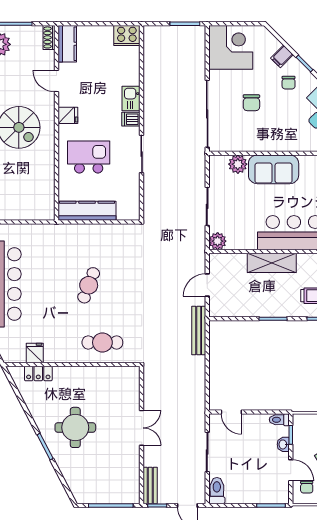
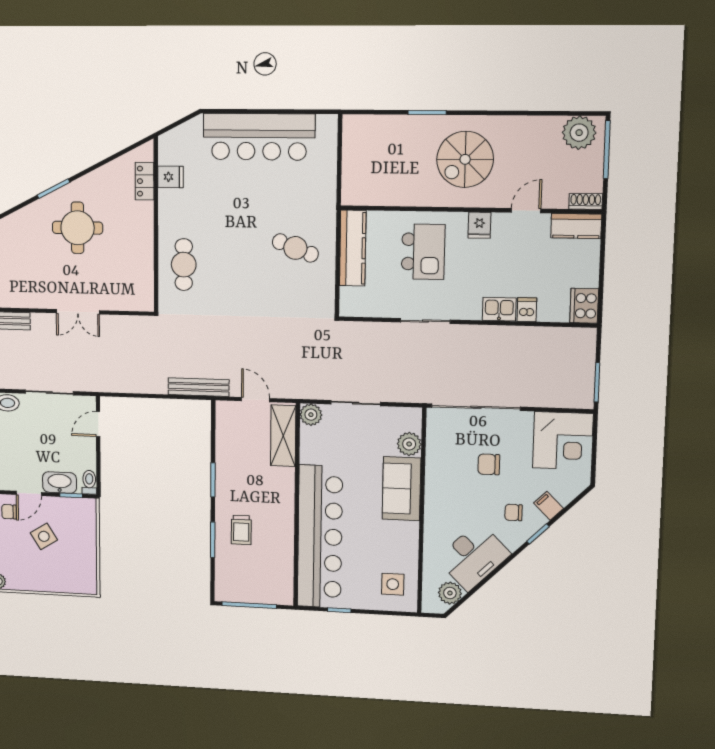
dishwasher: (131, 119) -> (527, 310), moved
shelving: (272, 263) -> (283, 436), moved
cafe table: (89, 285) -> (295, 248), moved
washbasin: (283, 444) -> (60, 482), width x1.91, depth x1.45

